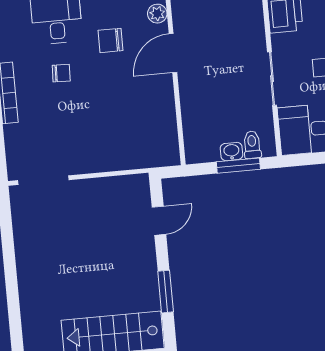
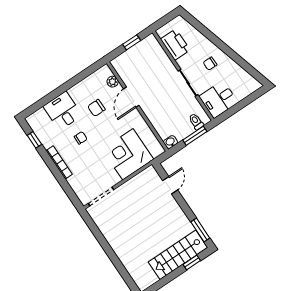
corner desk: (120, 138) -> (128, 154), added
washbasin: (231, 152) -> (170, 142), moved
window: (166, 292) -> (200, 230), moved

